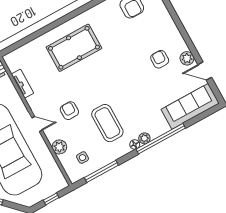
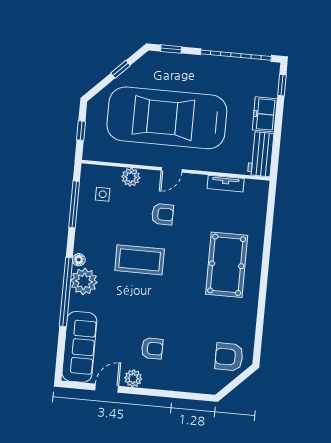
coffee table: (107, 123) -> (140, 260), moved
plant: (144, 138) -> (84, 281), width x1.87, depth x1.87

